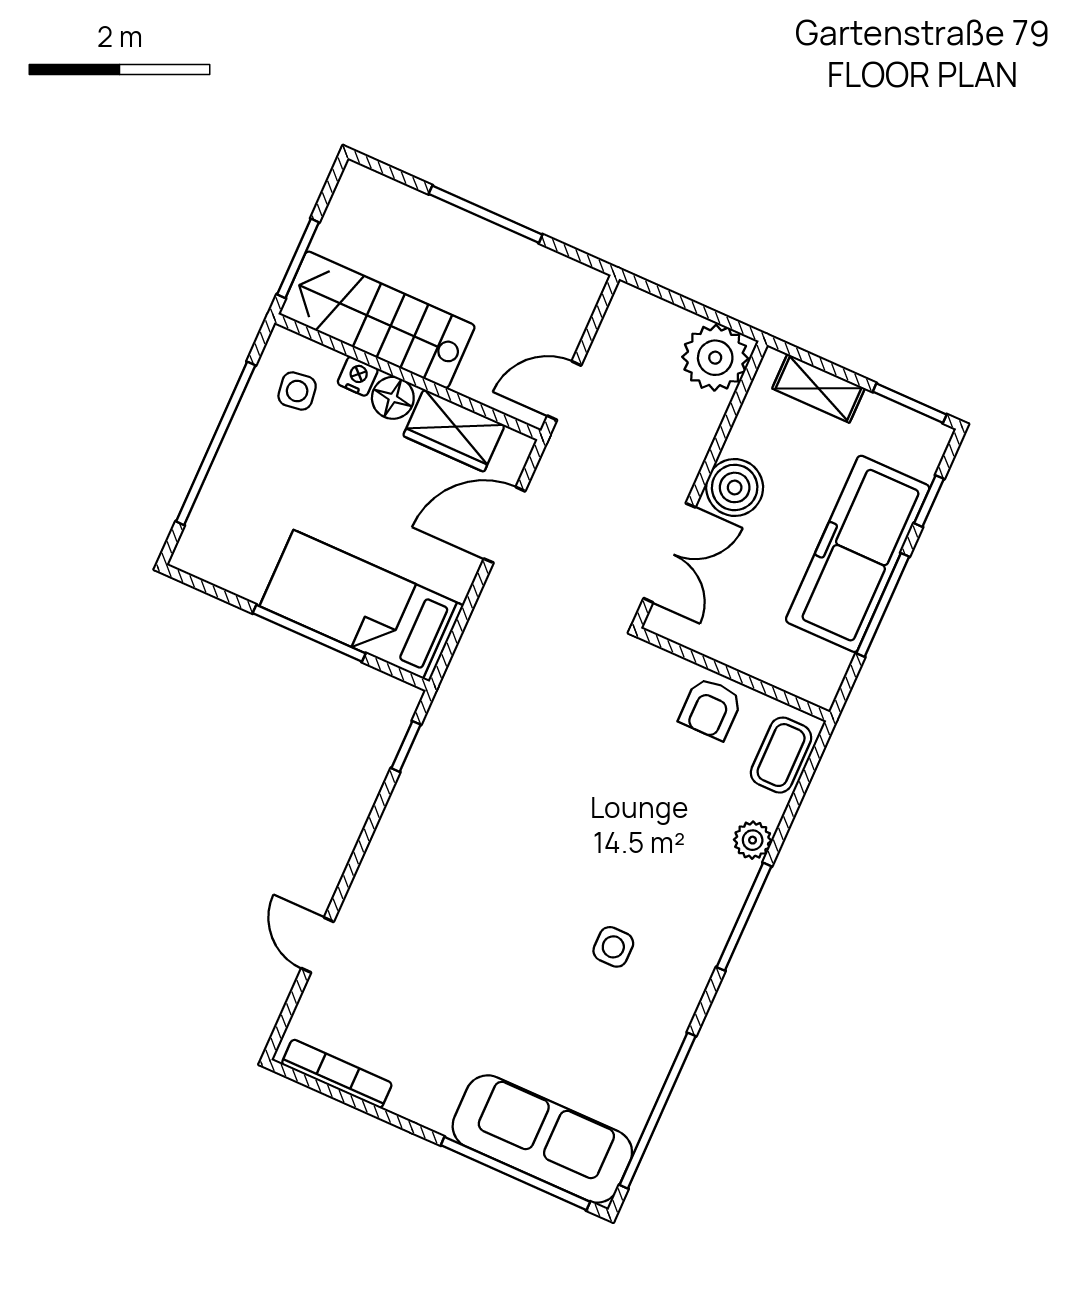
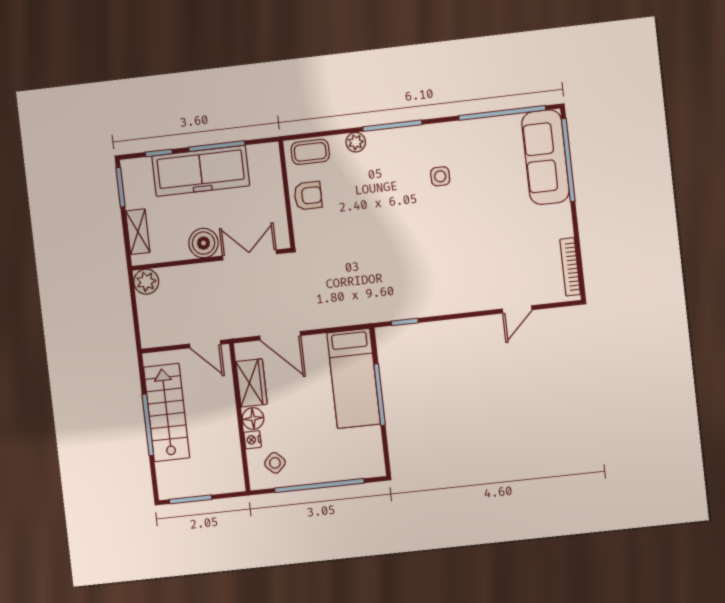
window: (298, 258) -> (191, 499), moved
stairs: (377, 320) -> (167, 413), moved, turned 180
plant: (715, 358) -> (146, 282), width x0.73, depth x0.73
side table: (297, 391) -> (275, 463), turned -38

